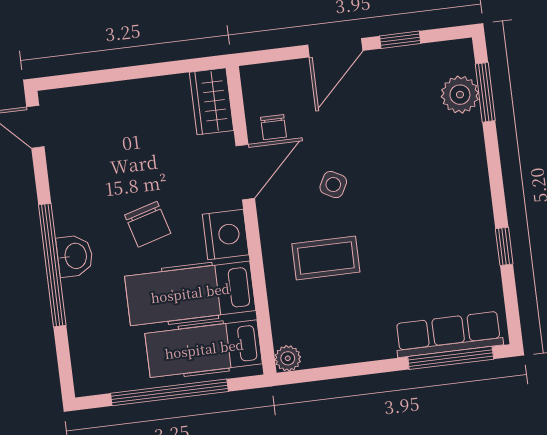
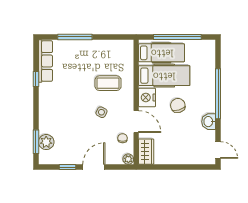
door: (245, 172) -> (136, 122), swing flipped
washbasin: (75, 256) -> (209, 122), moved
row of seats: (449, 334) -> (46, 61), moved, turned -90
plant: (288, 358) -> (128, 159), moved
window: (451, 358) -> (75, 37), moved

